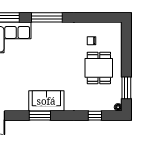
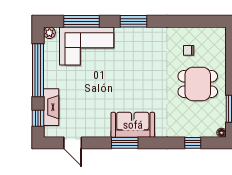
window: (47, 17) -> (134, 21), width x0.69
dining table: (99, 68) -> (198, 84), turned 90

